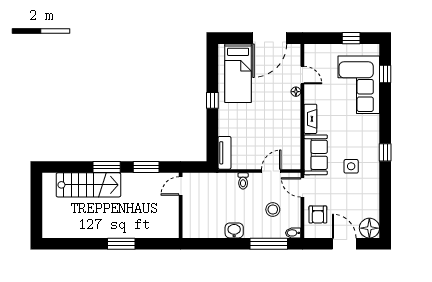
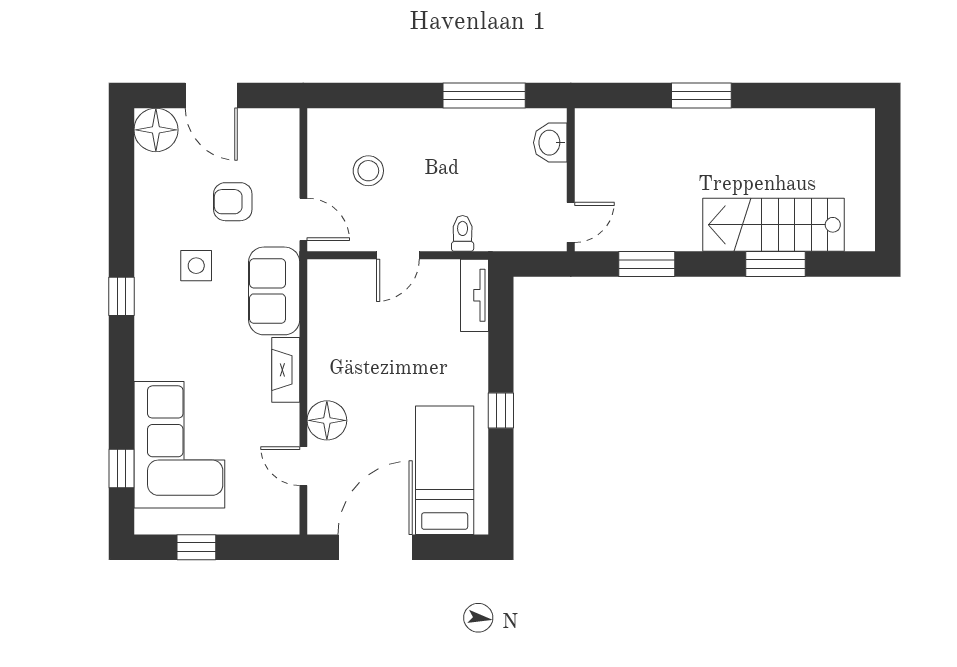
floor lamp: (296, 92) -> (327, 420), width x1.89, depth x1.89
window: (107, 167) -> (776, 264), moved
door: (271, 171) -> (398, 255), moved
toilet: (243, 181) -> (463, 233), moved
armchair: (318, 214) -> (233, 202), moved, turned -90
washbasin: (234, 230) -> (550, 143), moved, turned 90
bidet: (293, 233) -> (324, 119), removed
window: (269, 244) -> (484, 95), moved

